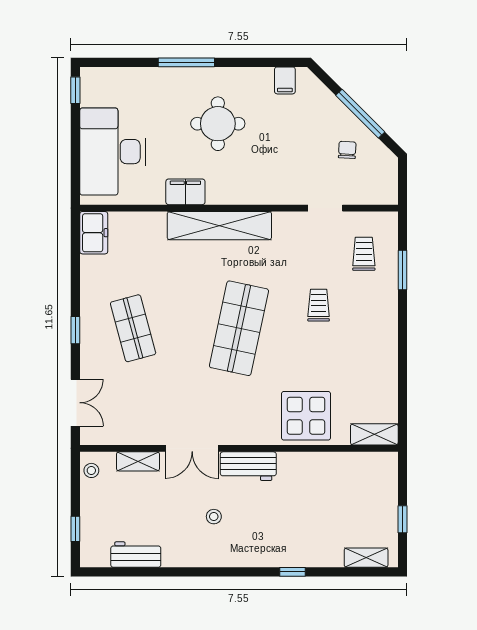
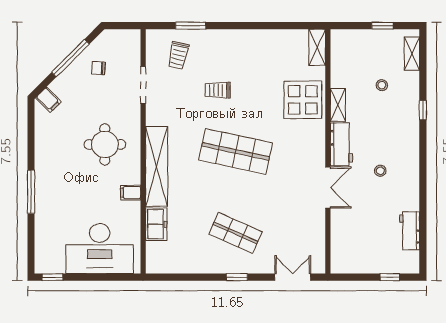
filing cabinet: (285, 80) -> (48, 100), moved, turned 45
round table: (218, 124) -> (105, 144), moved
filing cabinet: (185, 192) -> (131, 193), width x0.50
doorway: (325, 208) -> (143, 85), width x1.38
freezer: (94, 233) -> (156, 224), moved, turned 90
trolley: (364, 254) -> (178, 55), turned -77
shop shelf: (133, 328) -> (235, 233), turned 39
shelving: (138, 461) -> (338, 105), moved
stool: (91, 470) -> (382, 85), moved

